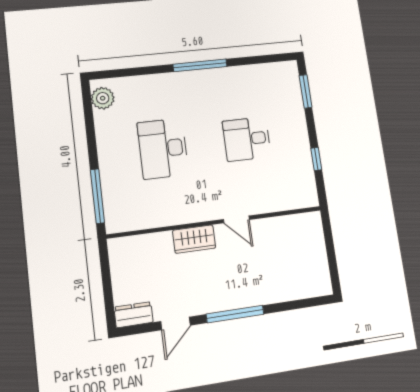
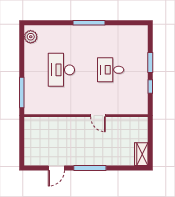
window: (306, 91) -> (150, 62), moved
wardrobe: (194, 239) -> (141, 154), moved, turned 90
dresser: (134, 315) -> (34, 160), removed

